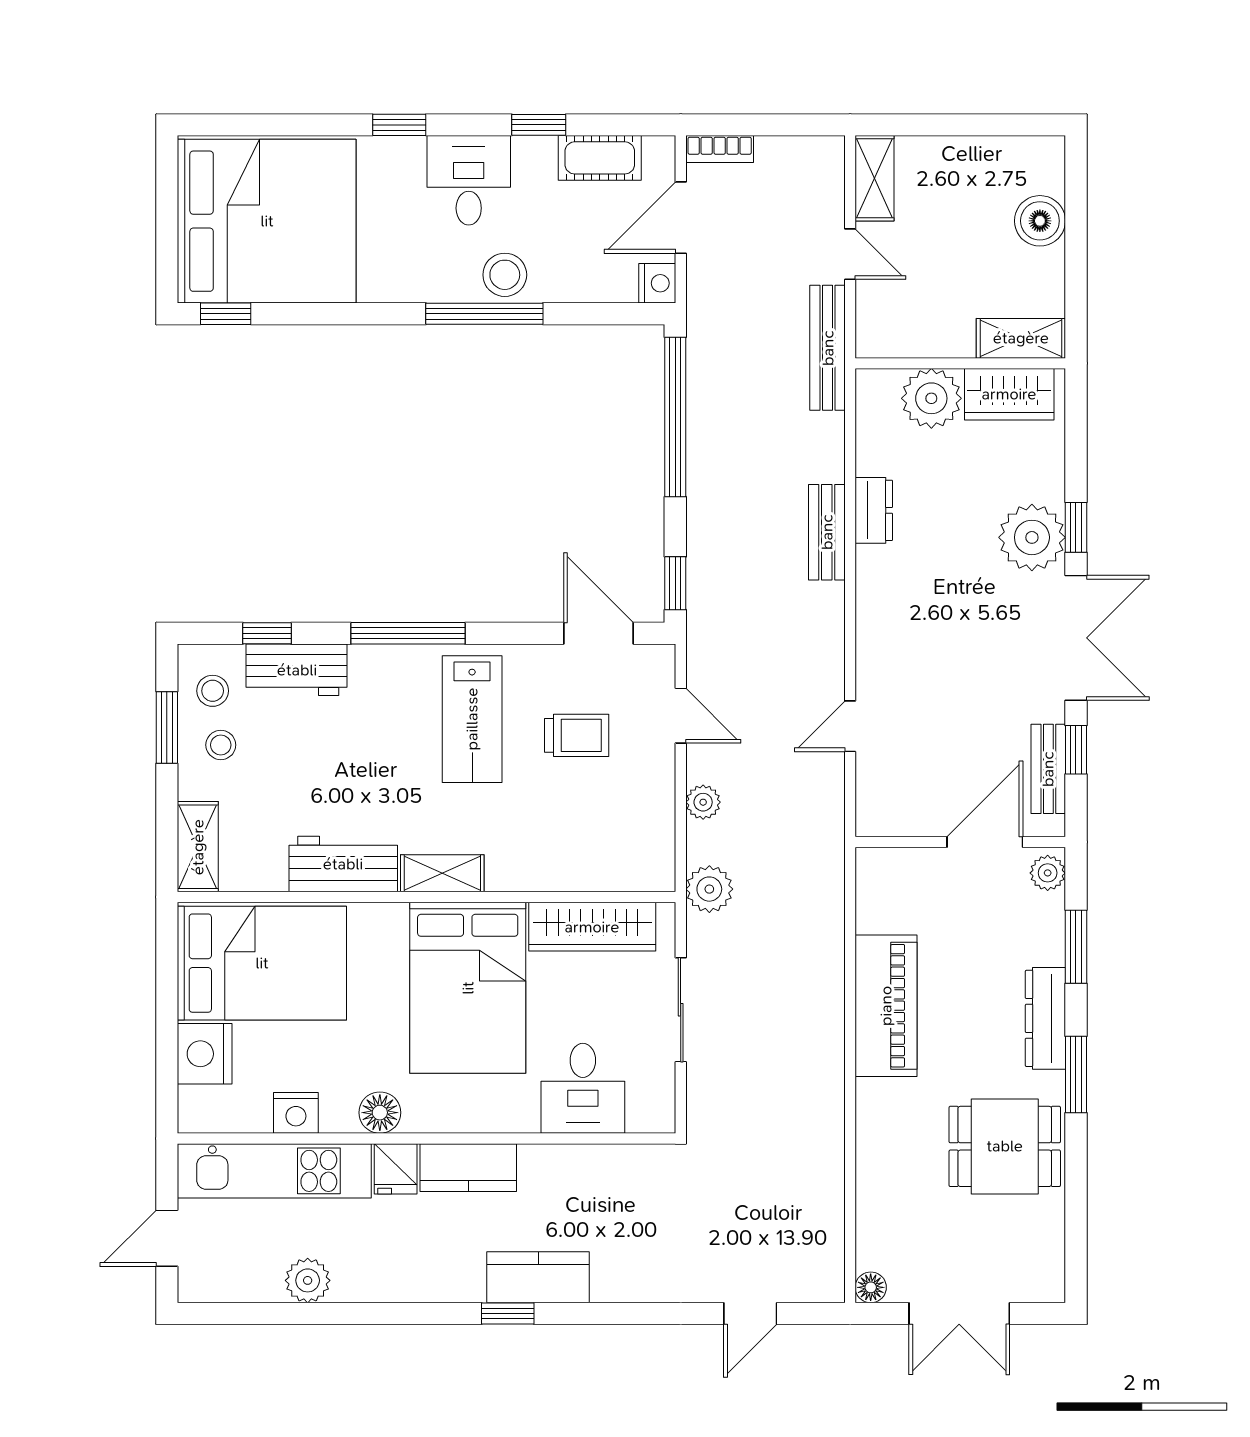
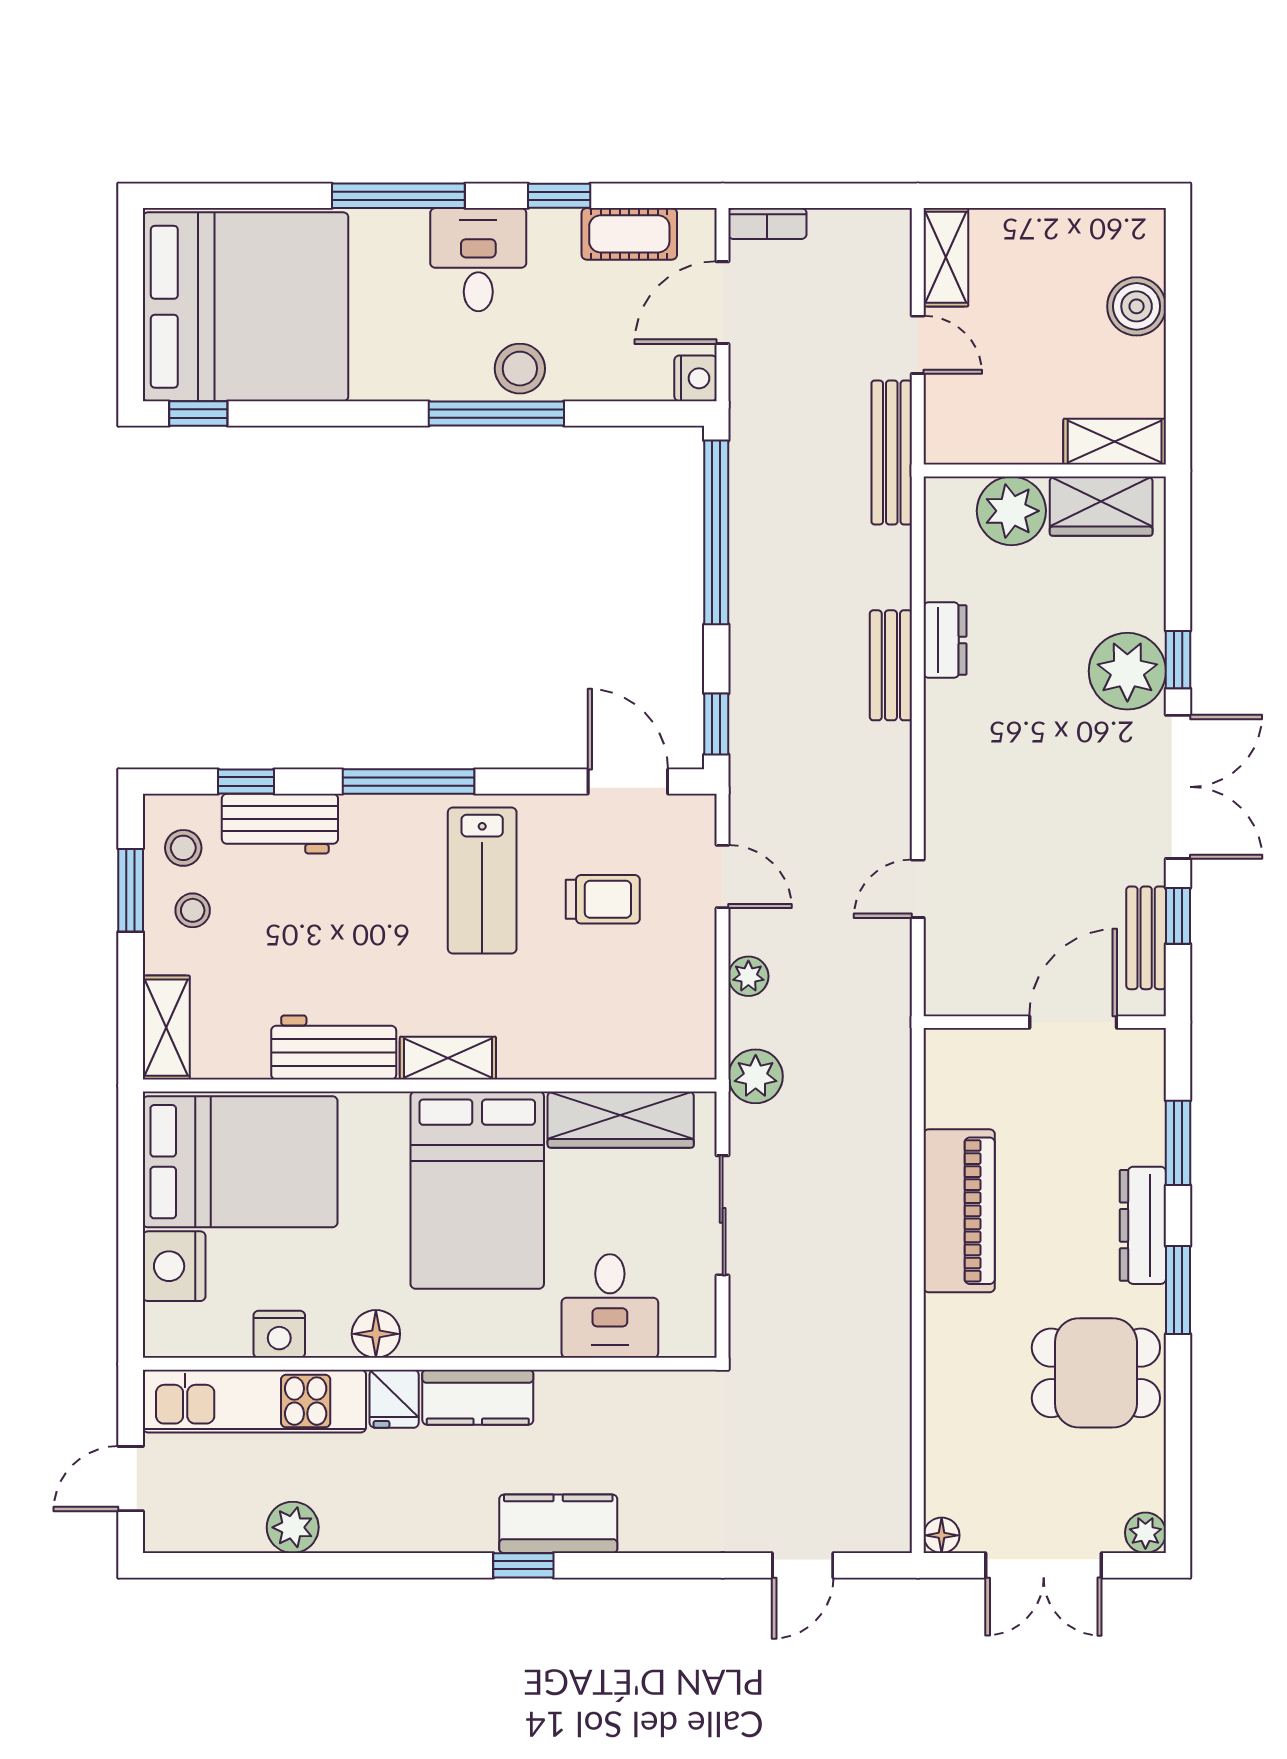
window: (399, 125) -> (398, 196), width x2.17
plant: (1048, 873) -> (1145, 1533), moved

